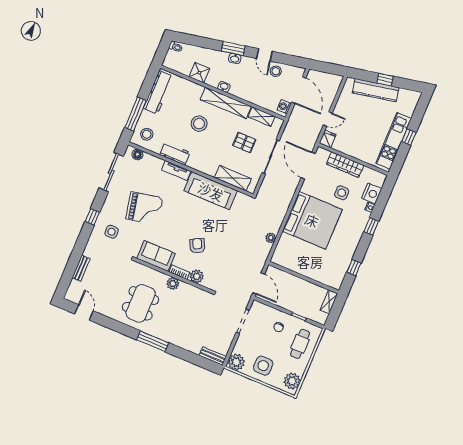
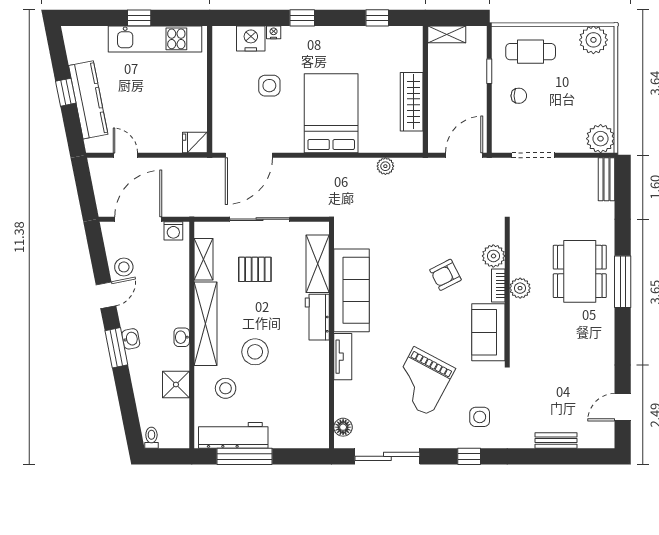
window: (136, 114) -> (245, 456), moved
door: (328, 119) -> (125, 155), moved
stool: (147, 134) -> (226, 388), moved
pallet: (244, 142) -> (255, 269), turned 90
workbench: (175, 154) -> (317, 317), moved
wardrobe: (345, 165) -> (412, 102), moved, turned 180
grand piano: (144, 208) -> (422, 381), turned -140
bed: (312, 220) -> (331, 113), width x0.73
dining table: (141, 303) -> (580, 271), moved, turned 90
side table: (263, 366) -> (588, 95), removed

